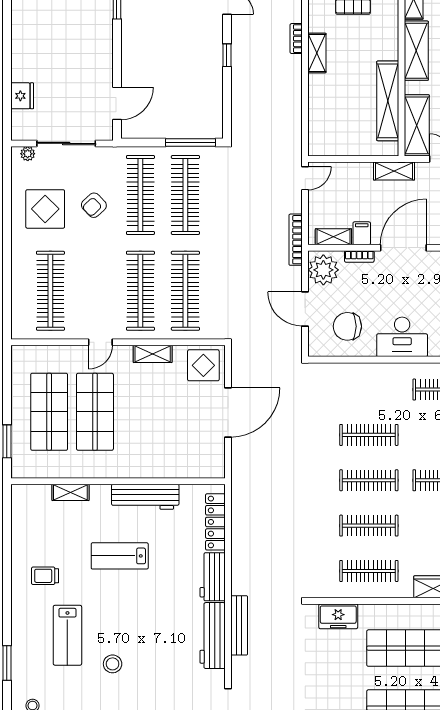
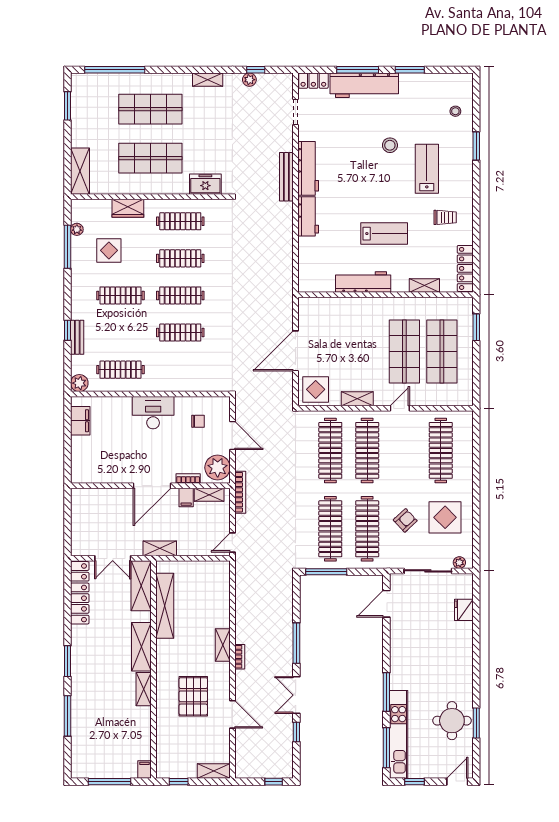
window: (227, 55) -> (296, 643), width x2.17
chair: (347, 326) -> (198, 421), width x0.54, depth x0.54
locker: (215, 522) -> (465, 268), moved, turned 180

